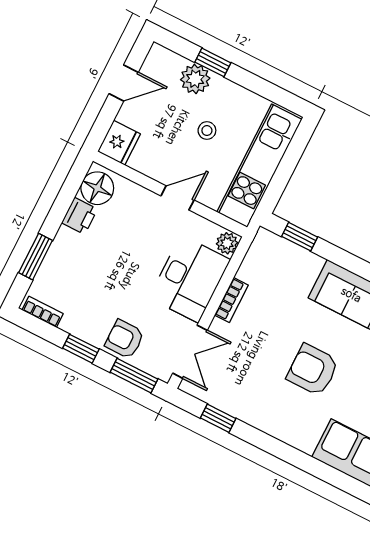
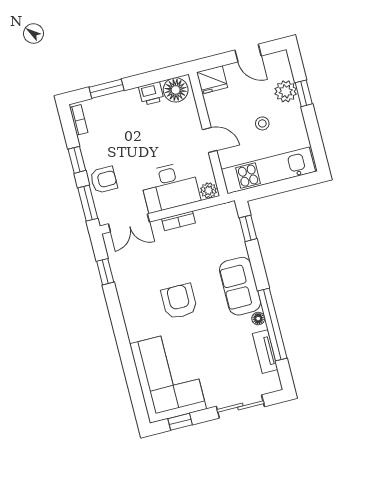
armchair: (125, 339) -> (104, 180), turned 90

